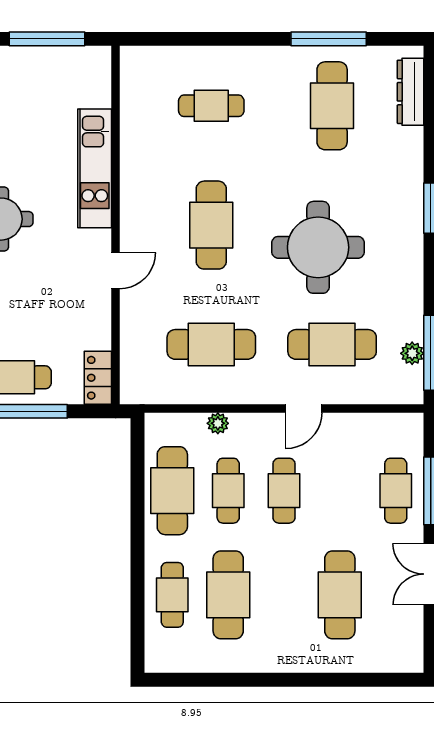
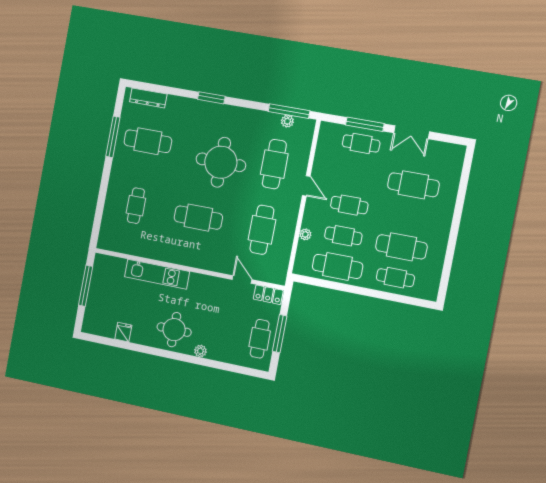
door: (116, 271) -> (242, 280), moved

